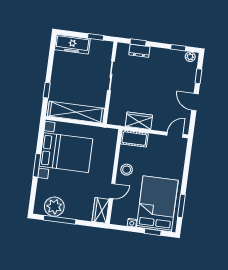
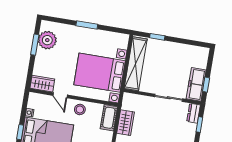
freezer: (72, 44) -> (196, 84), moved
dresser: (139, 51) -> (194, 113), moved
bed with nightstands: (66, 153) -> (100, 73), moved, turned 90
window: (60, 220) -> (35, 45), width x0.69

